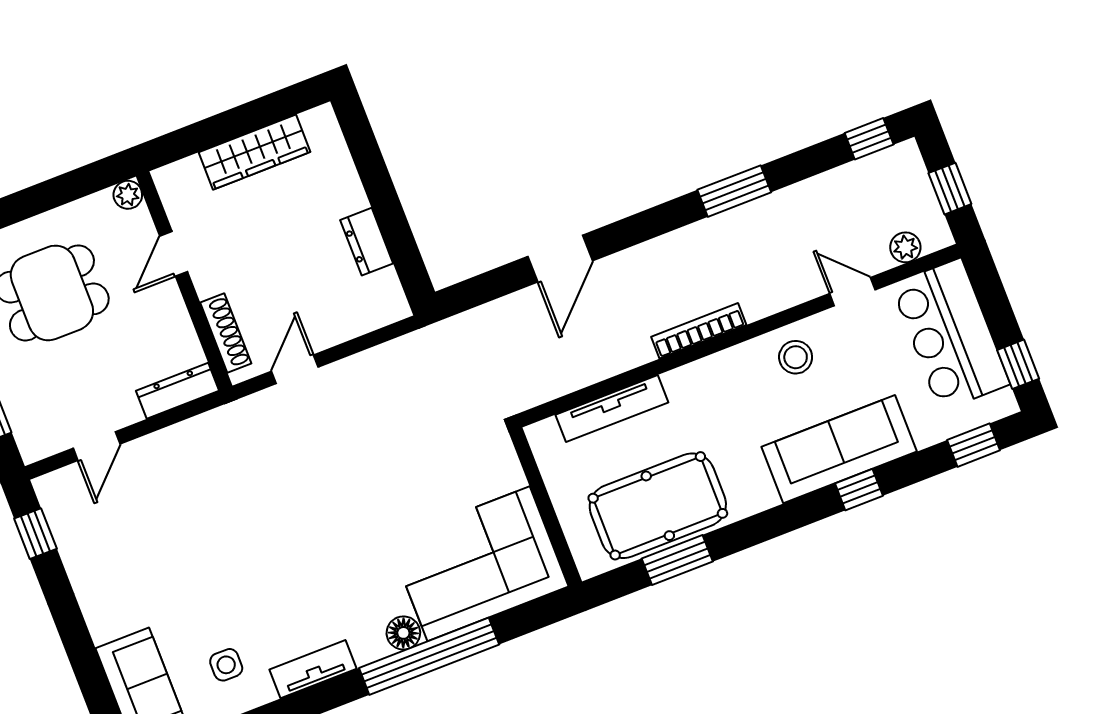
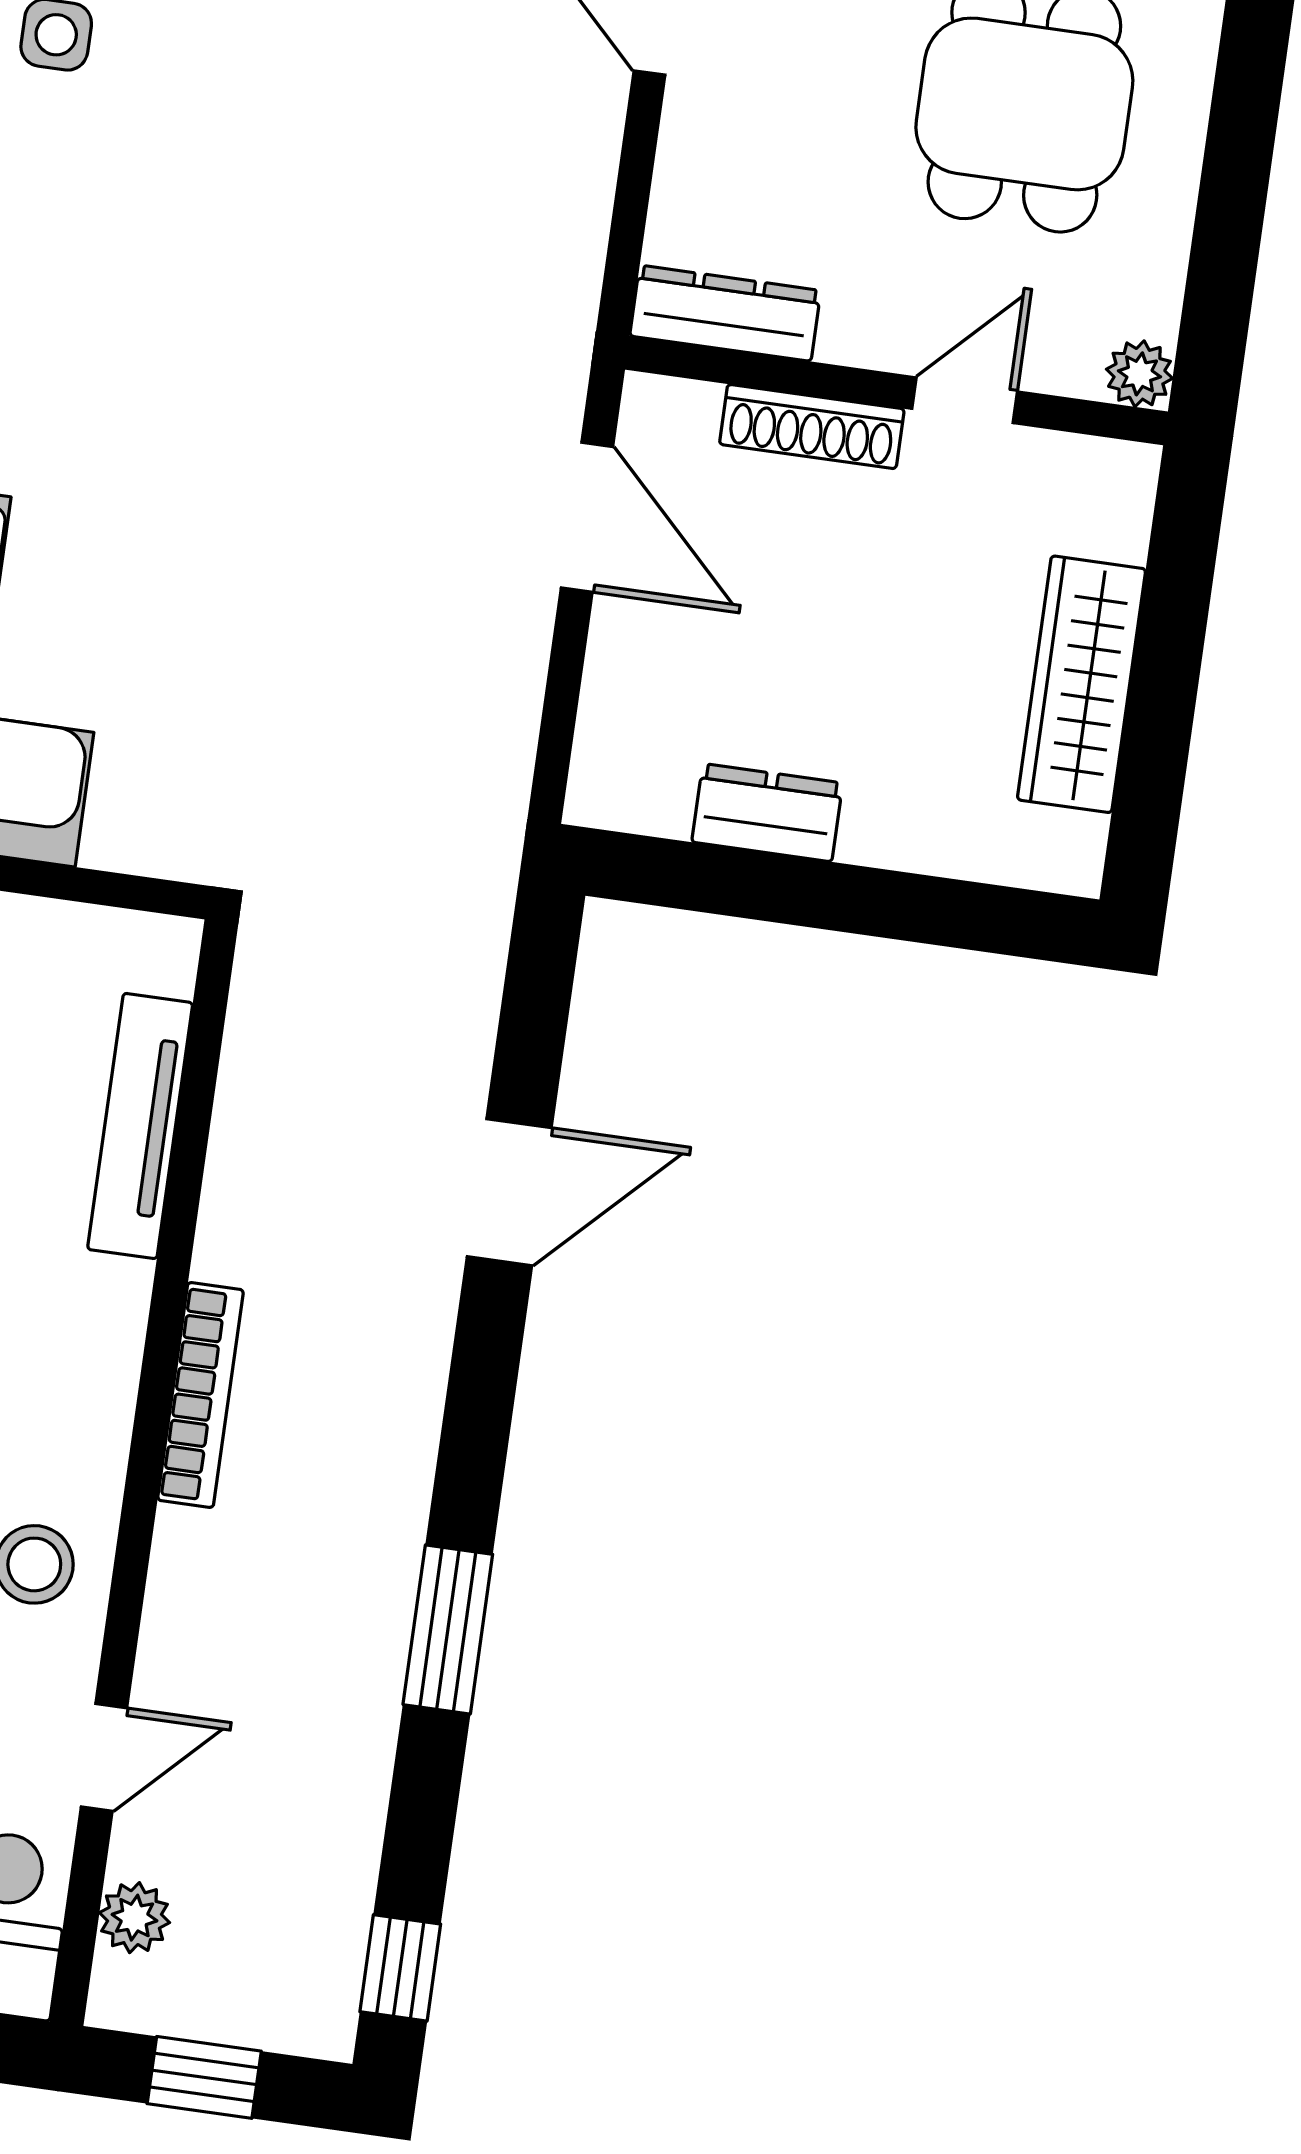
door: (174, 254) -> (965, 400), hinge flipped
door: (560, 259) -> (509, 1192), swing flipped
shoe rack: (226, 333) -> (812, 427), moved
door: (295, 369) -> (587, 517), width x1.38
dresser: (177, 391) -> (725, 313), moved, turned -90

